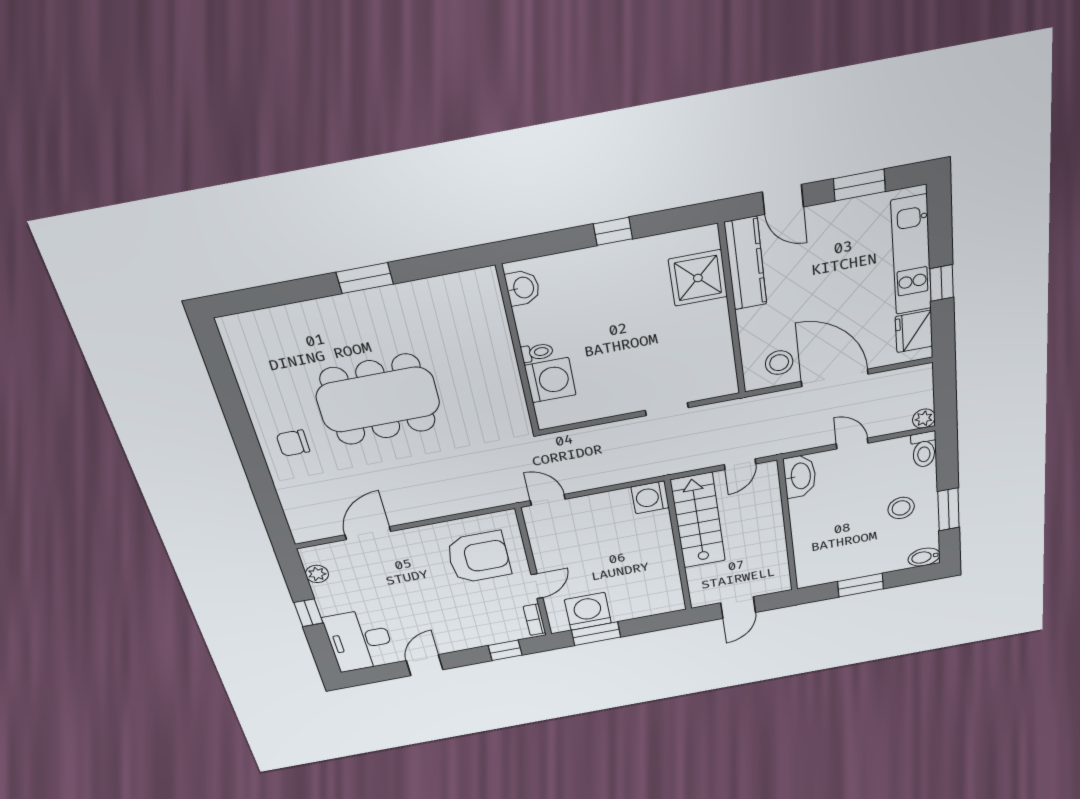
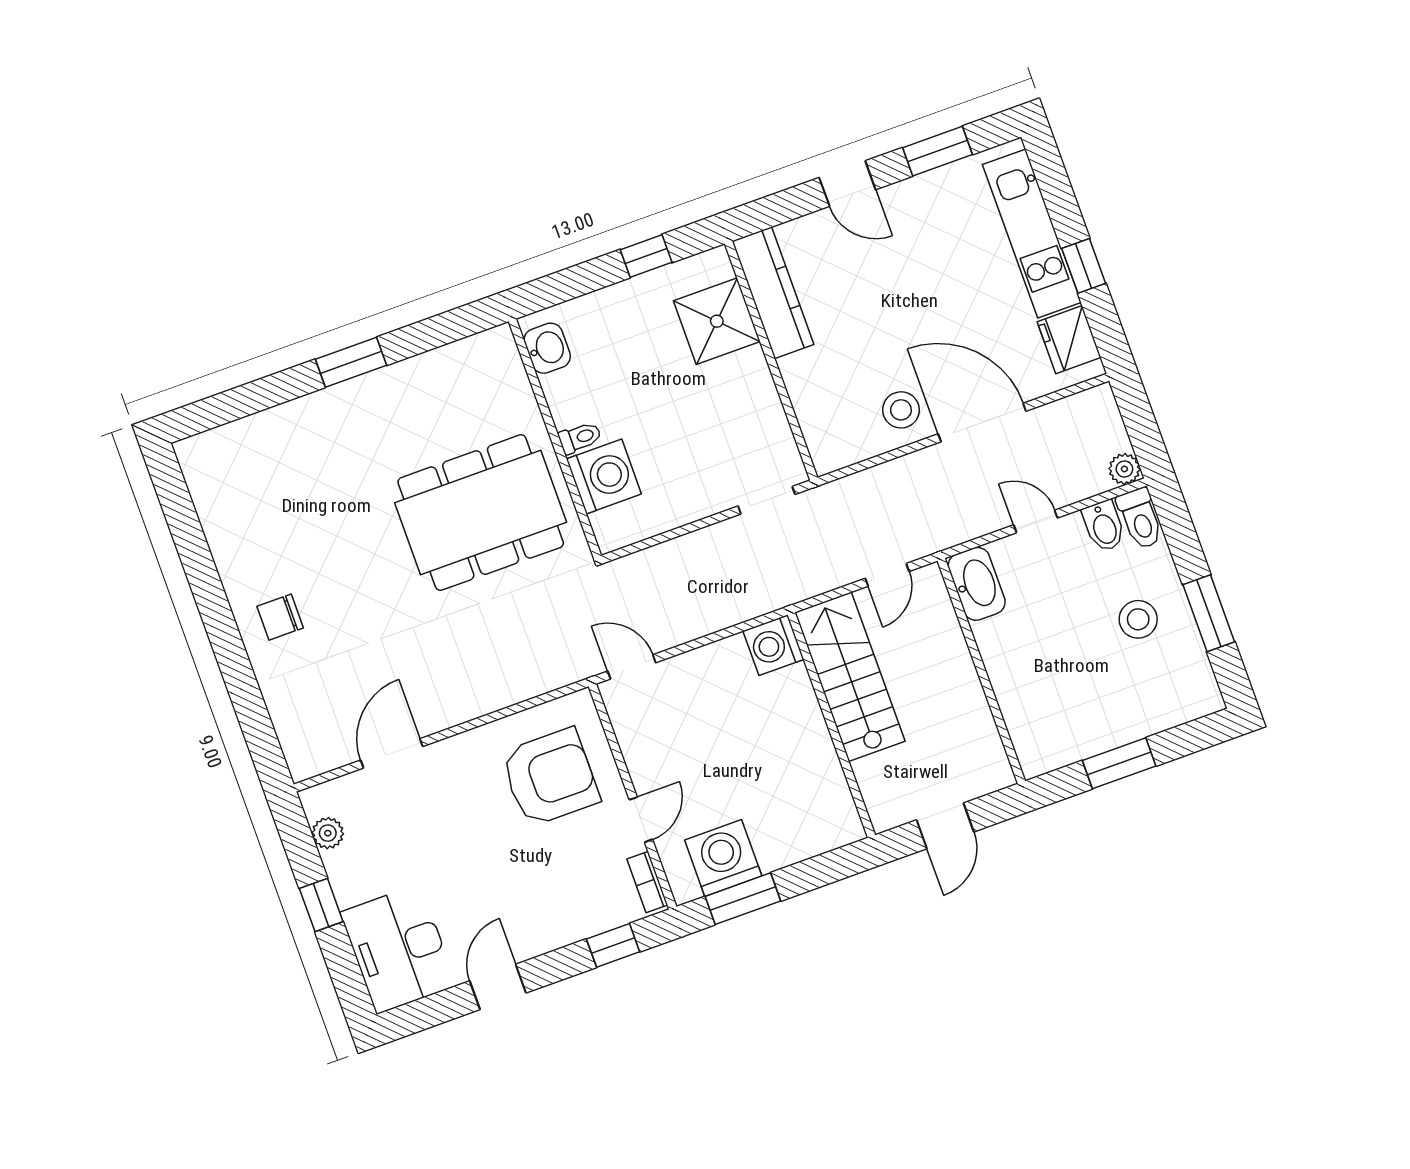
kitchen counter: (746, 264) -> (773, 293), moved
shower: (698, 278) -> (717, 321), moved
wall: (732, 311) -> (771, 361), moved
dining table: (378, 400) -> (481, 513), moved
bidet: (924, 557) -> (1104, 526), moved, turned -90

